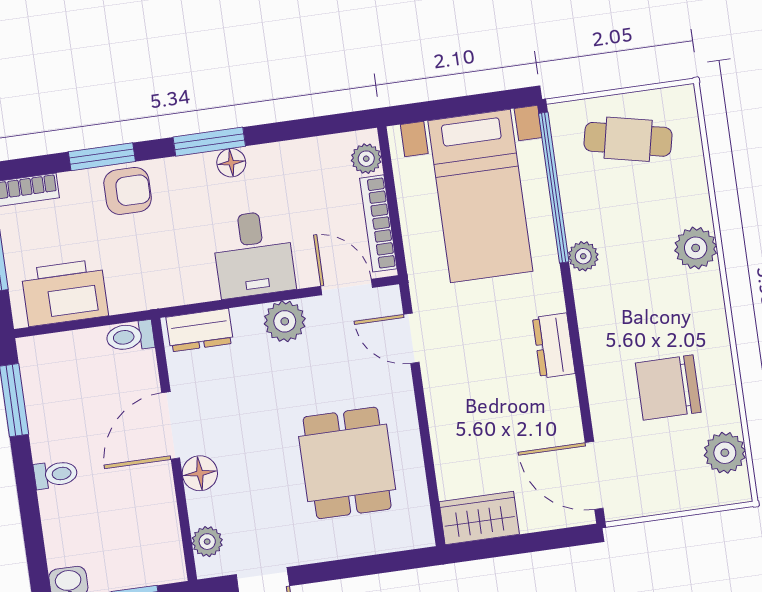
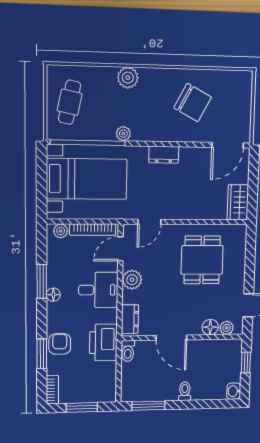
window: (209, 142) -> (42, 281), moved
printer: (65, 293) -> (103, 342), moved
chair: (668, 388) -> (193, 103), turned -62
plant: (725, 453) -> (228, 80), removed
dining table: (347, 463) -> (202, 260), turned 90
floor lamp: (200, 473) -> (210, 327), moved

